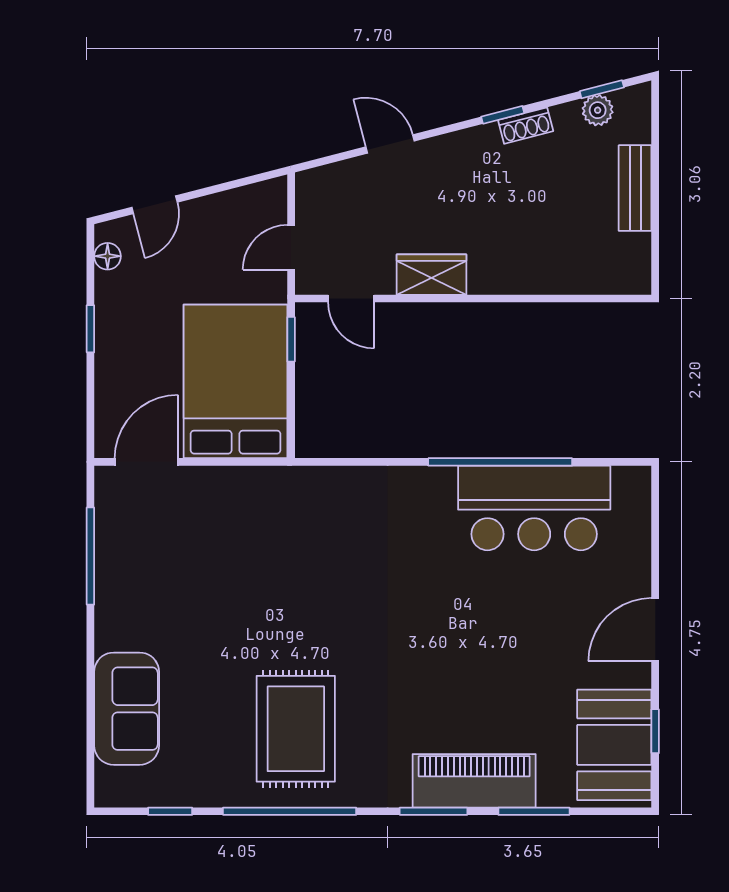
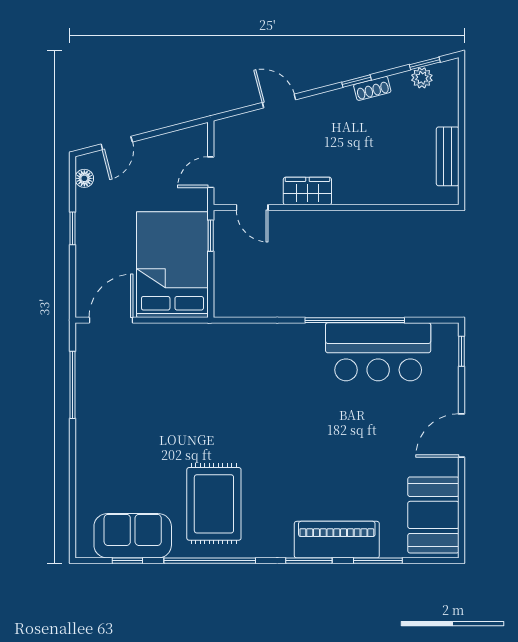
bench: (635, 188) -> (448, 156), moved
sofa: (127, 709) -> (133, 536), moved, turned -90
window: (655, 731) -> (462, 351), moved

